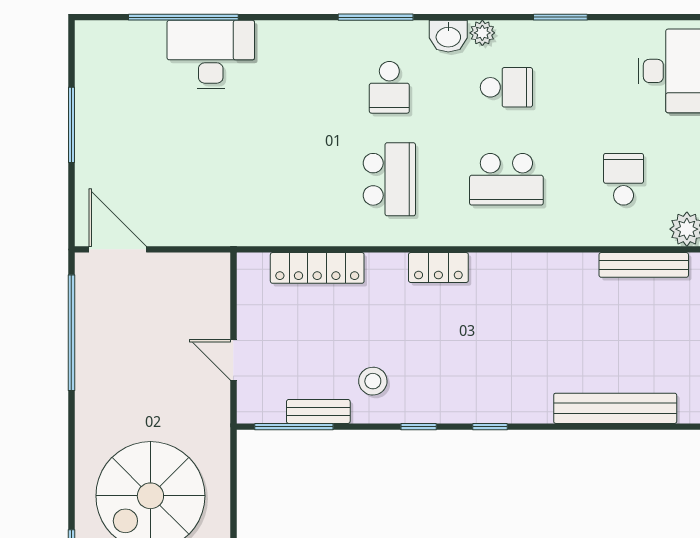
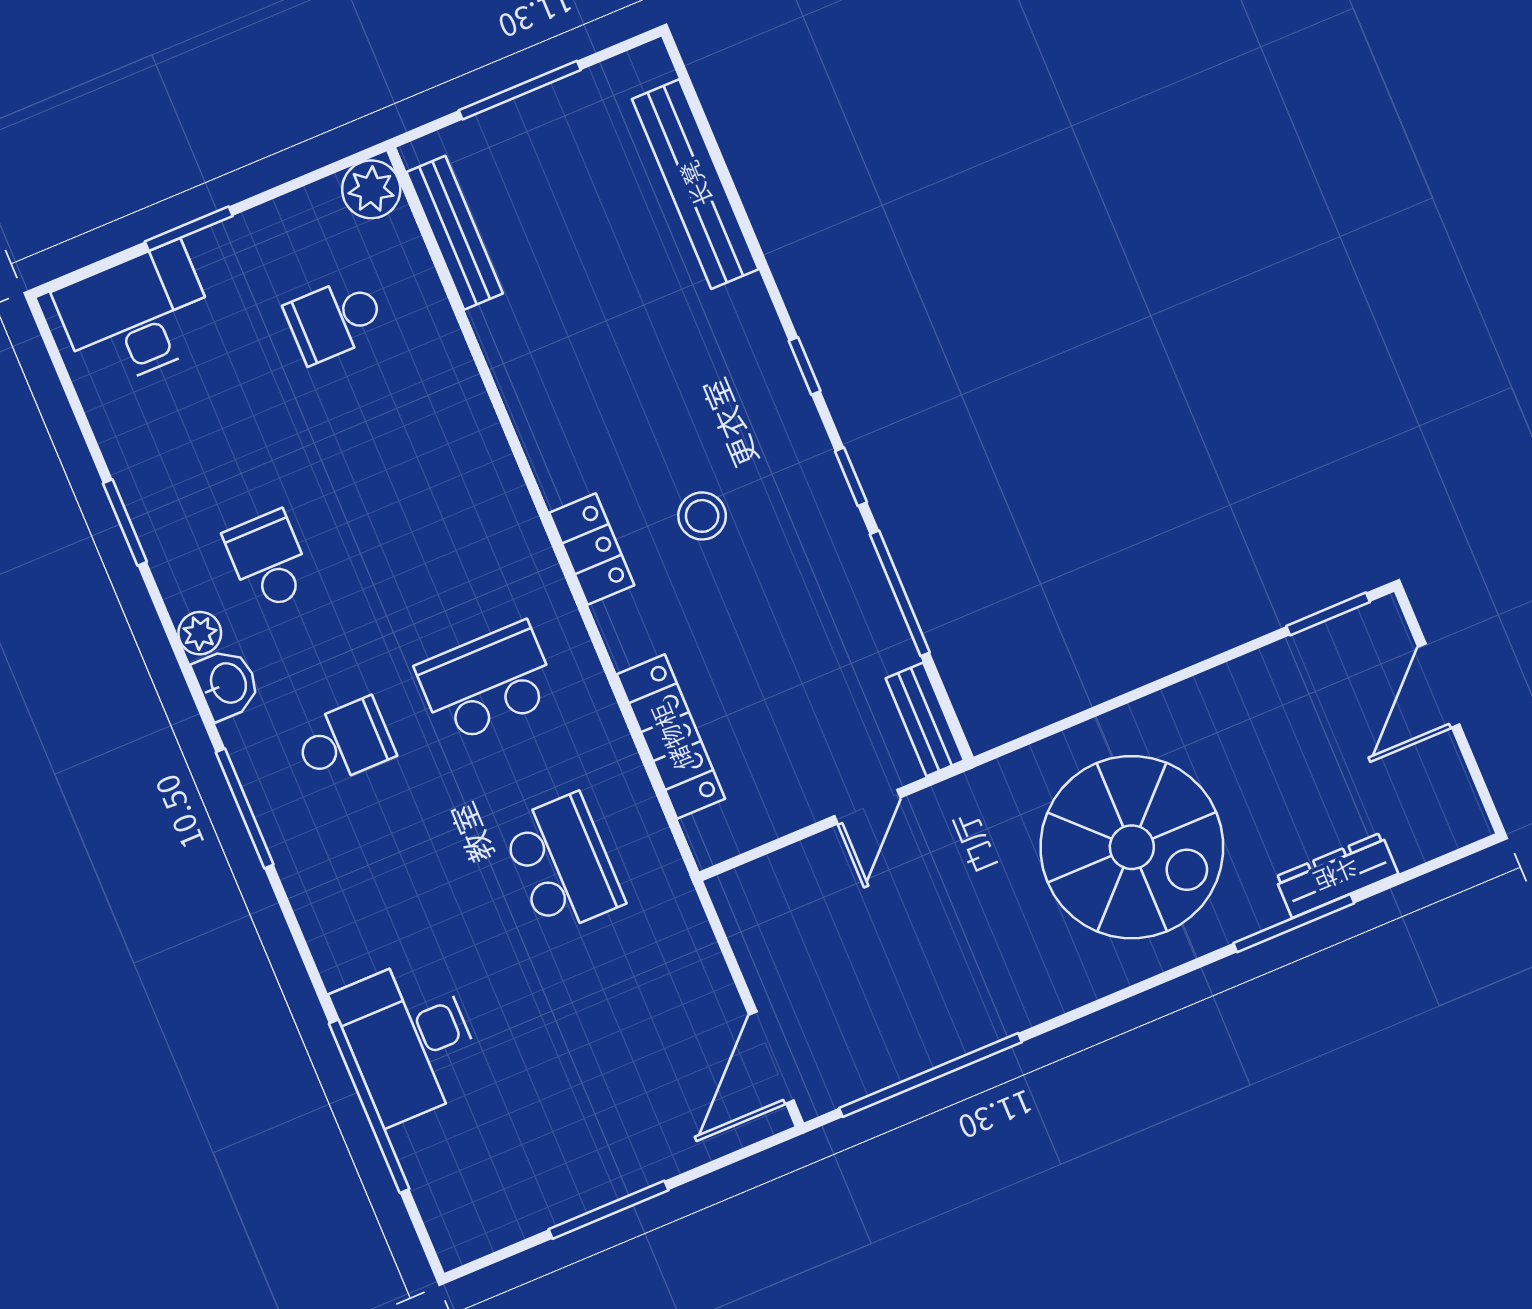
school desk: (506, 179) -> (563, 864), moved
stool: (373, 381) -> (702, 516), moved
bench: (318, 411) -> (925, 719), moved
window: (294, 427) -> (900, 593), moved

